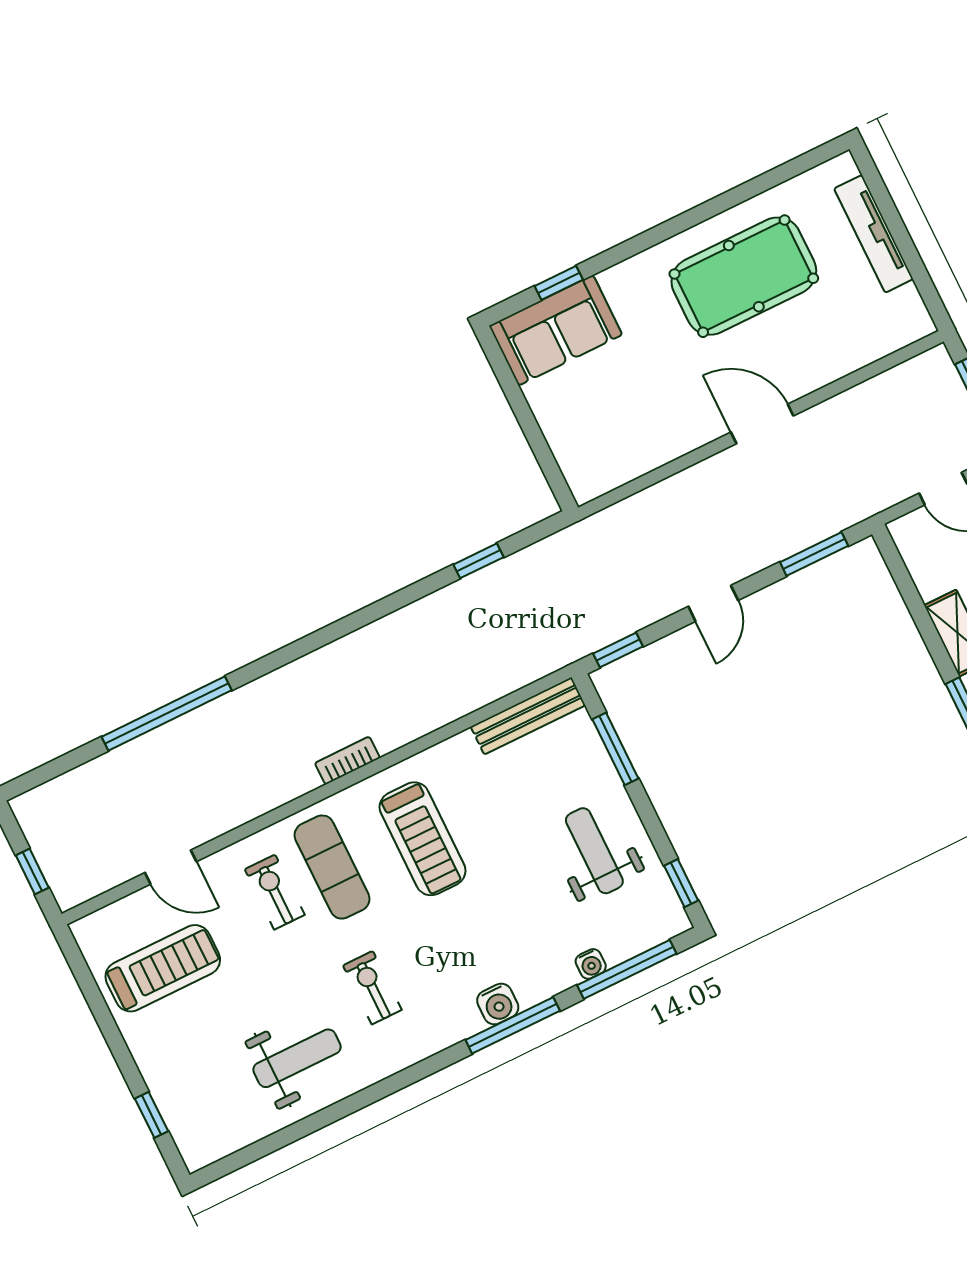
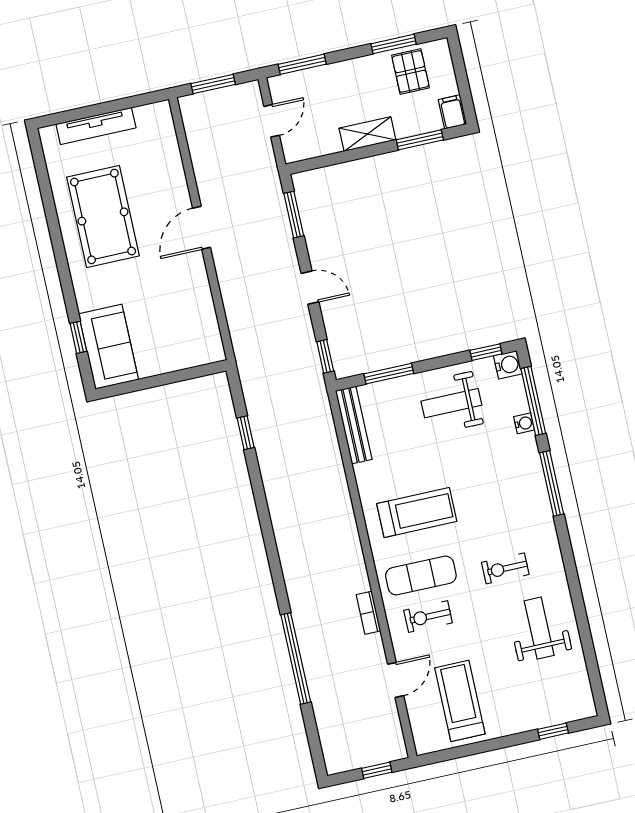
bookcase: (347, 761) -> (368, 613), moved
water cooler: (498, 1004) -> (508, 365), moved

